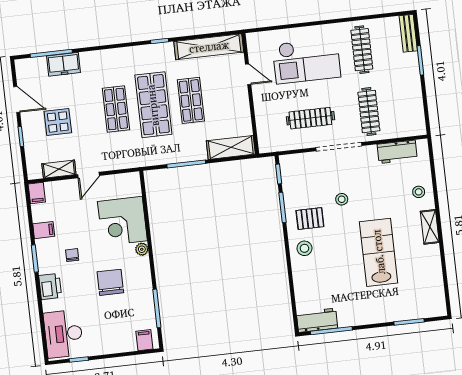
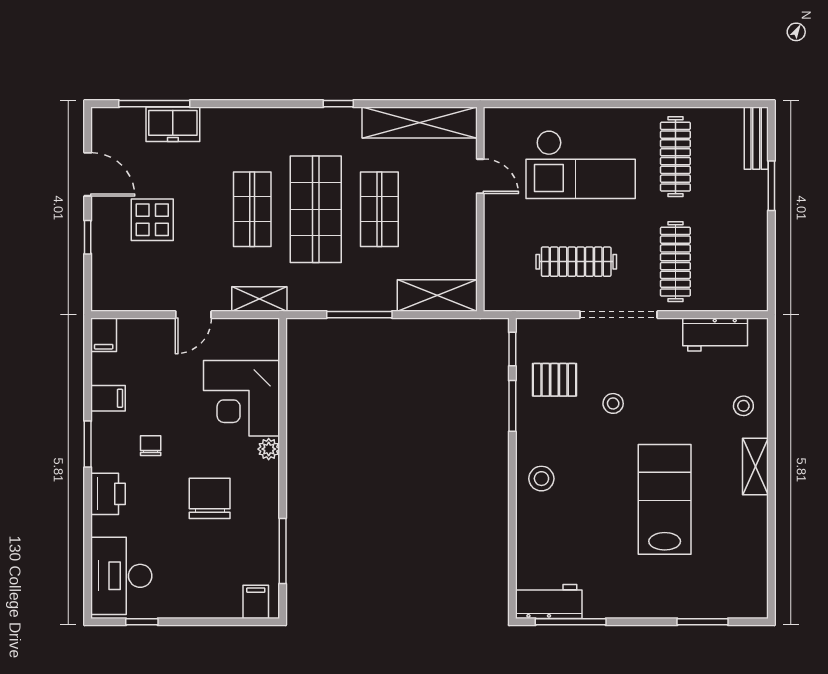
shelving: (59, 169) -> (259, 299), moved
pallet: (310, 219) -> (555, 380), moved

